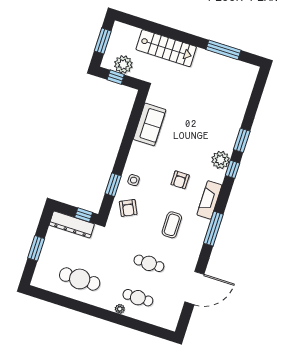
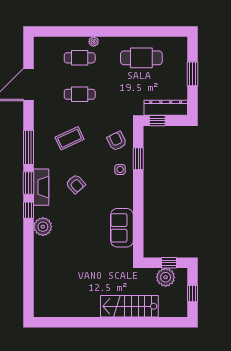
window: (103, 41) -> (193, 293), width x0.67
window: (223, 50) -> (74, 322), removed
window: (242, 140) -> (28, 183), moved
plant: (221, 160) -> (43, 227), moved
armchair: (180, 180) -> (76, 184), turned 138
fireplace: (209, 200) -> (41, 187), moved
coffee table: (172, 225) -> (70, 138), turned 65

